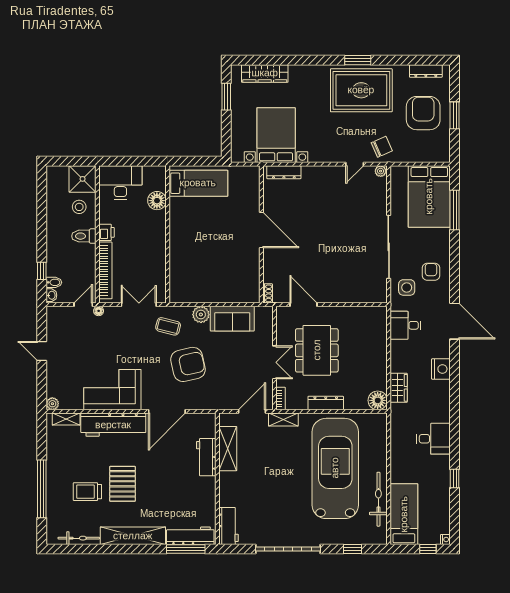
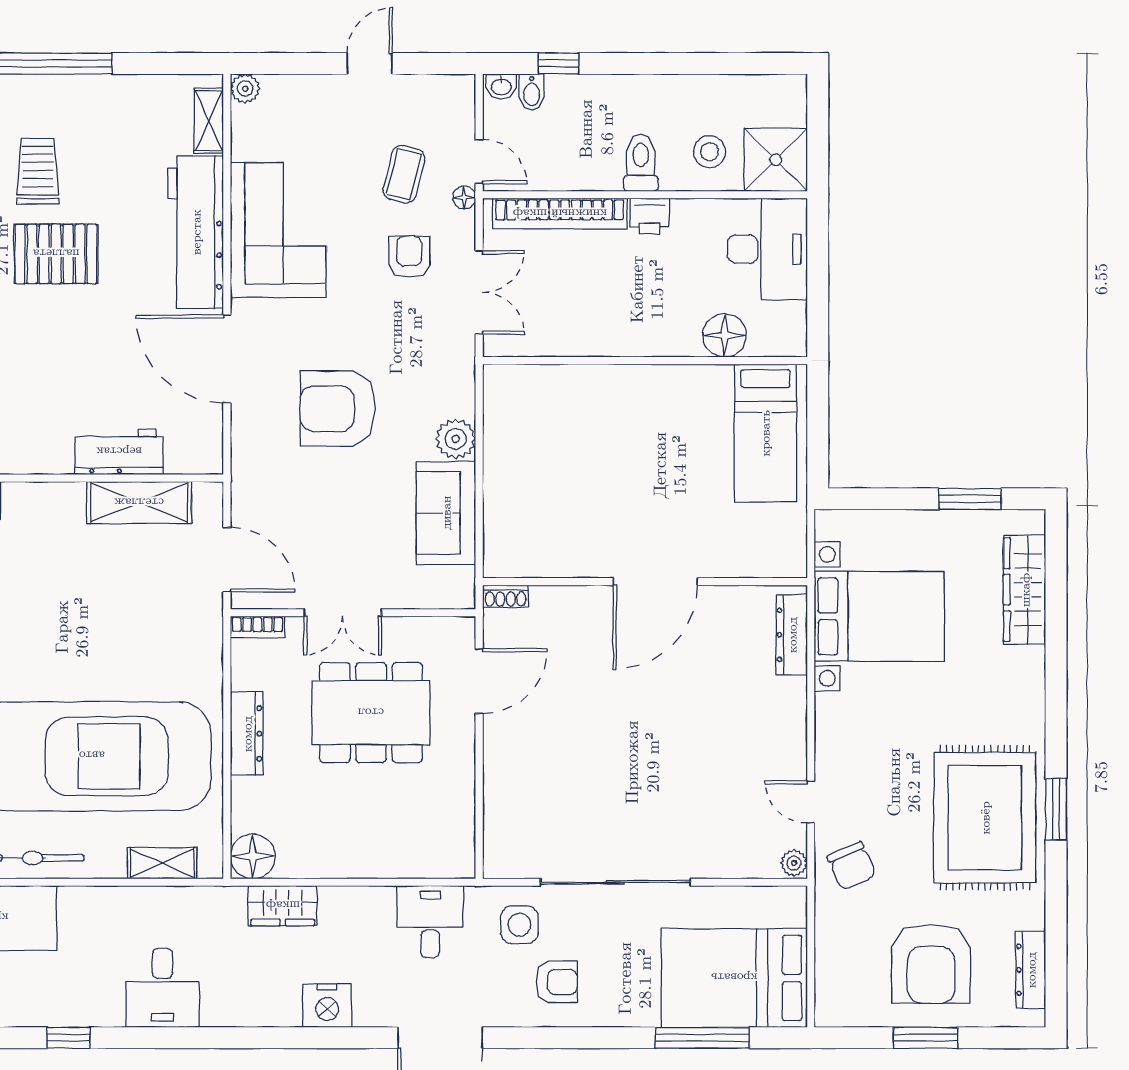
armchair: (423, 113) -> (931, 964), turned 90
coffee table: (168, 326) -> (404, 174), moved
armchair: (124, 334) -> (409, 257), added
armchair: (188, 364) -> (338, 409), turned 103
shelving: (283, 419) -> (162, 863), moved, turned 90

